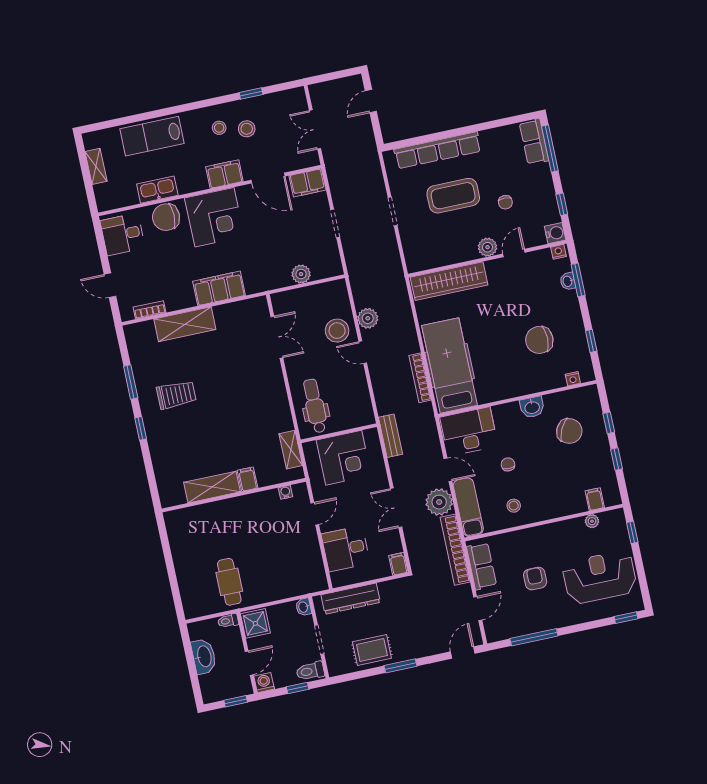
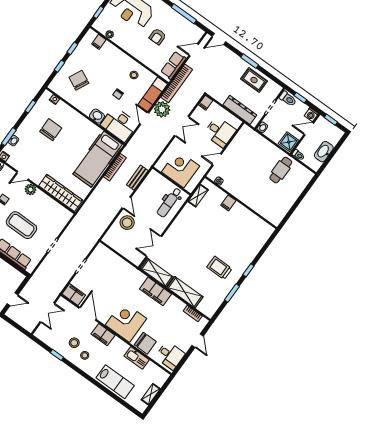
plant: (301, 274) -> (117, 261), removed
plant: (368, 318) -> (109, 214), removed
chair: (539, 340) -> (51, 130), turned -90
washbasin: (532, 407) -> (97, 116), moved
bench: (391, 436) -> (137, 178), moved
shelving: (212, 487) -> (157, 273), moved

